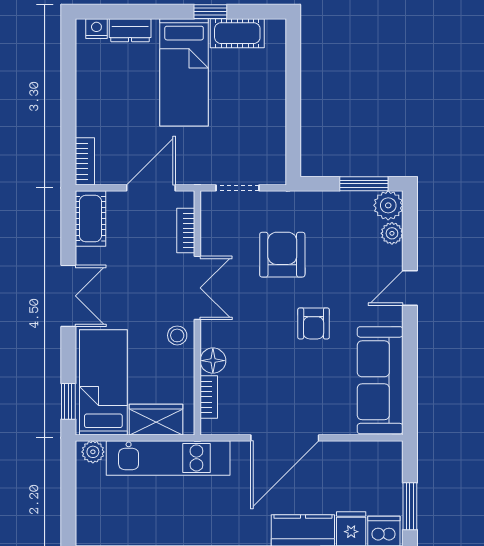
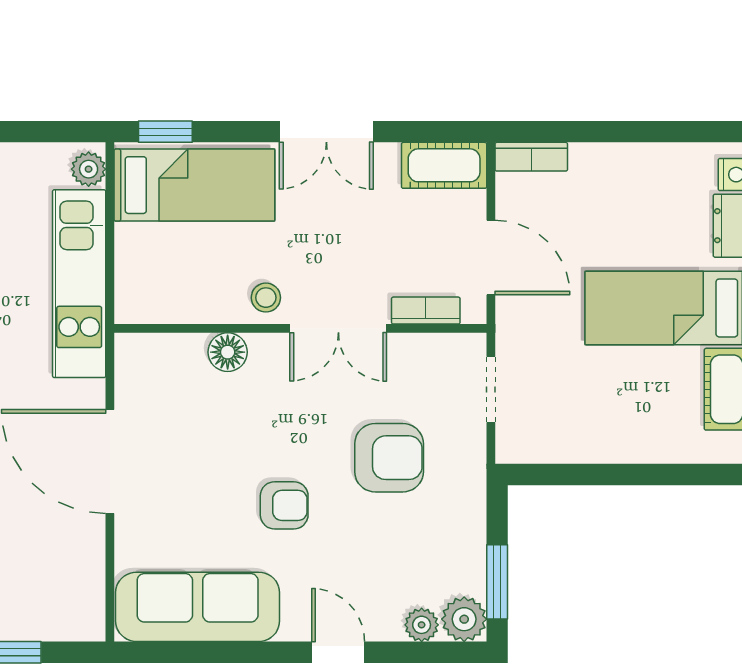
armchair: (314, 323) -> (284, 505), turned 180
bookcase: (209, 397) -> (172, 346), removed
wardrobe: (156, 420) -> (138, 265), removed

